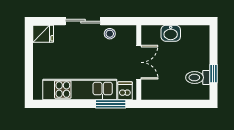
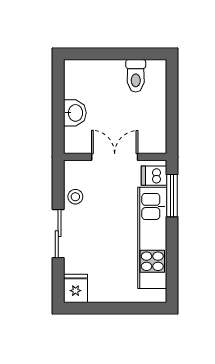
window: (214, 74) -> (130, 54), removed

